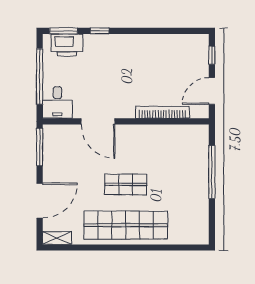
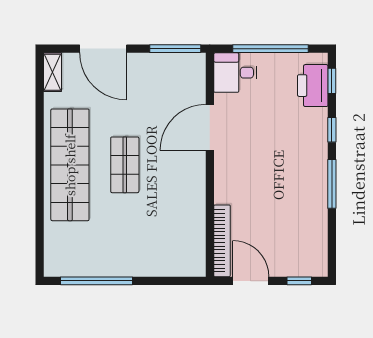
window: (64, 31) -> (332, 81), width x0.67
window: (140, 31) -> (332, 184), added
bookcase: (162, 112) -> (222, 241), moved
window: (212, 172) -> (97, 281), moved

